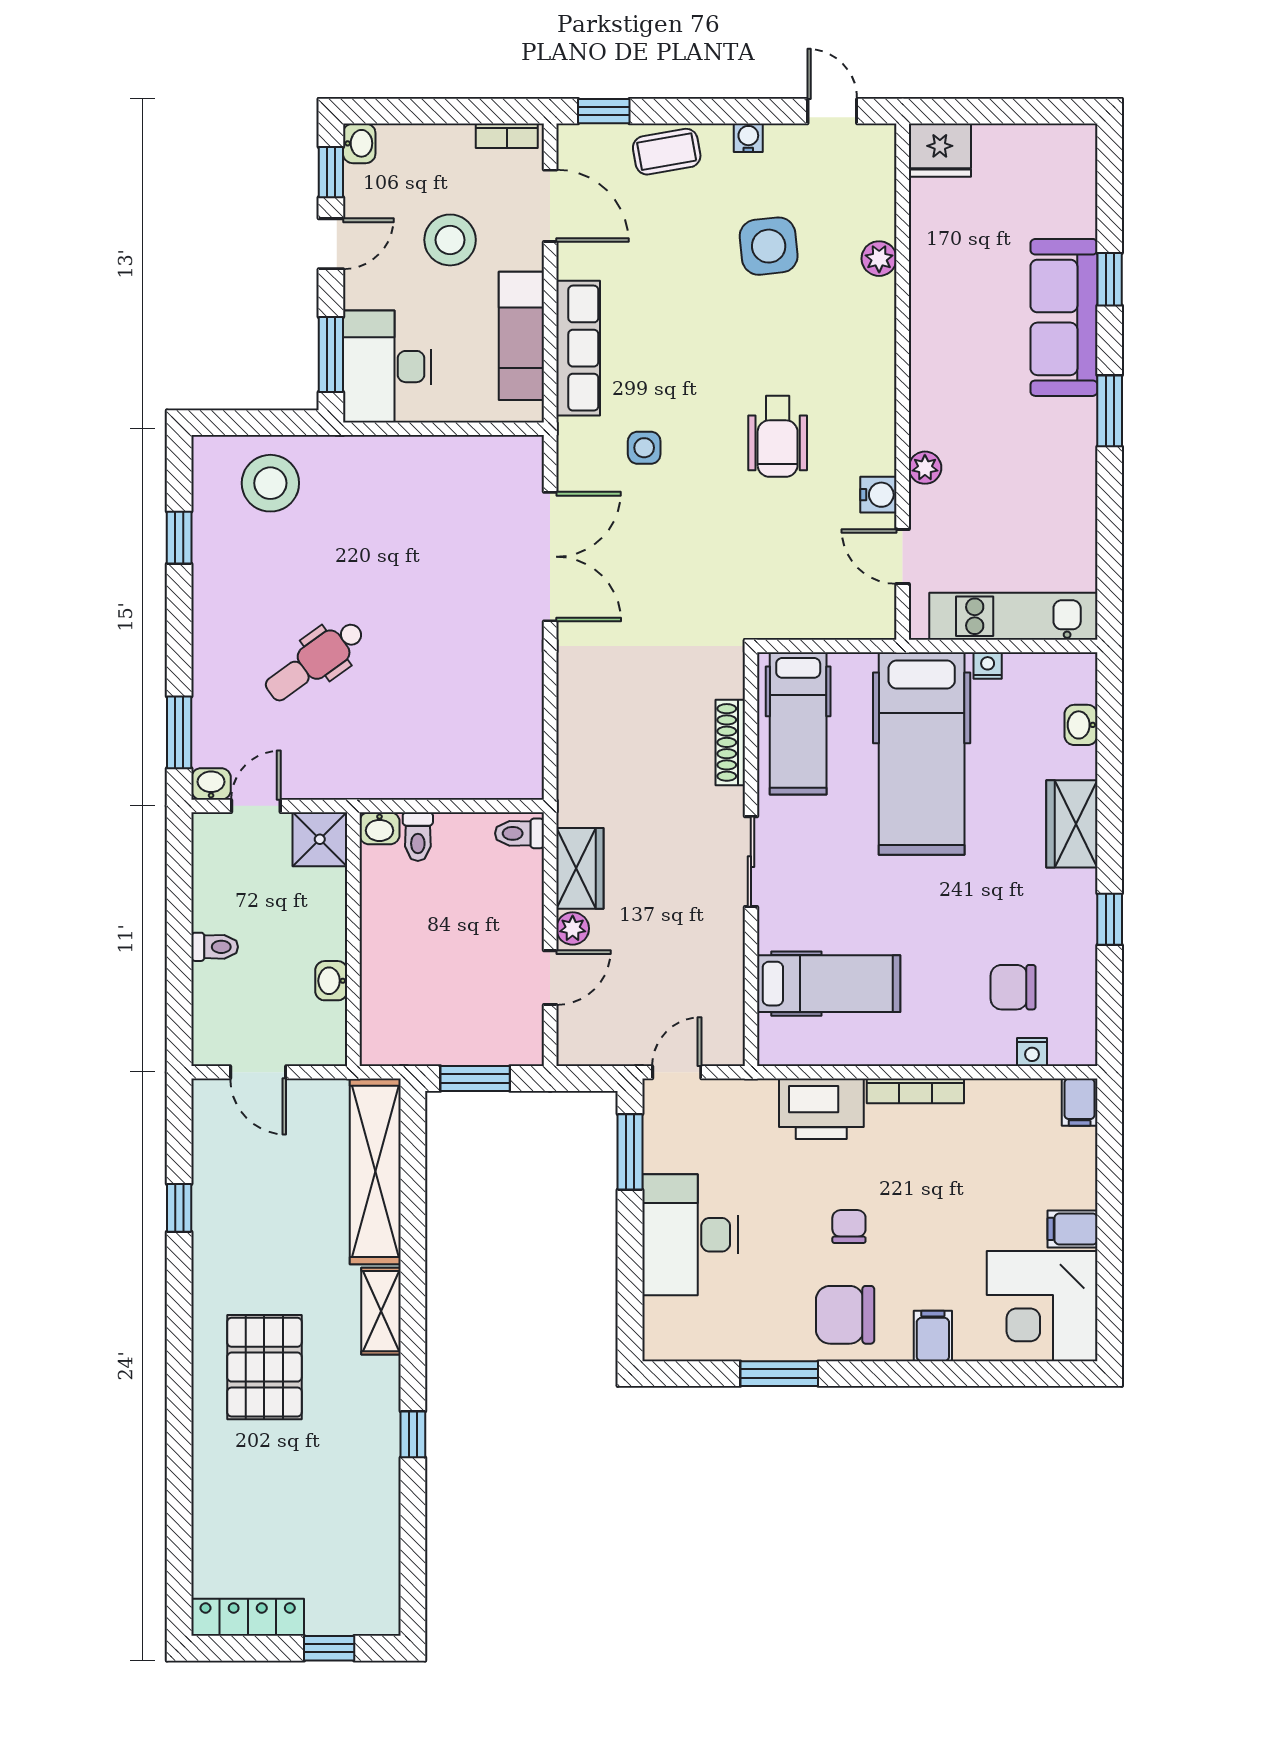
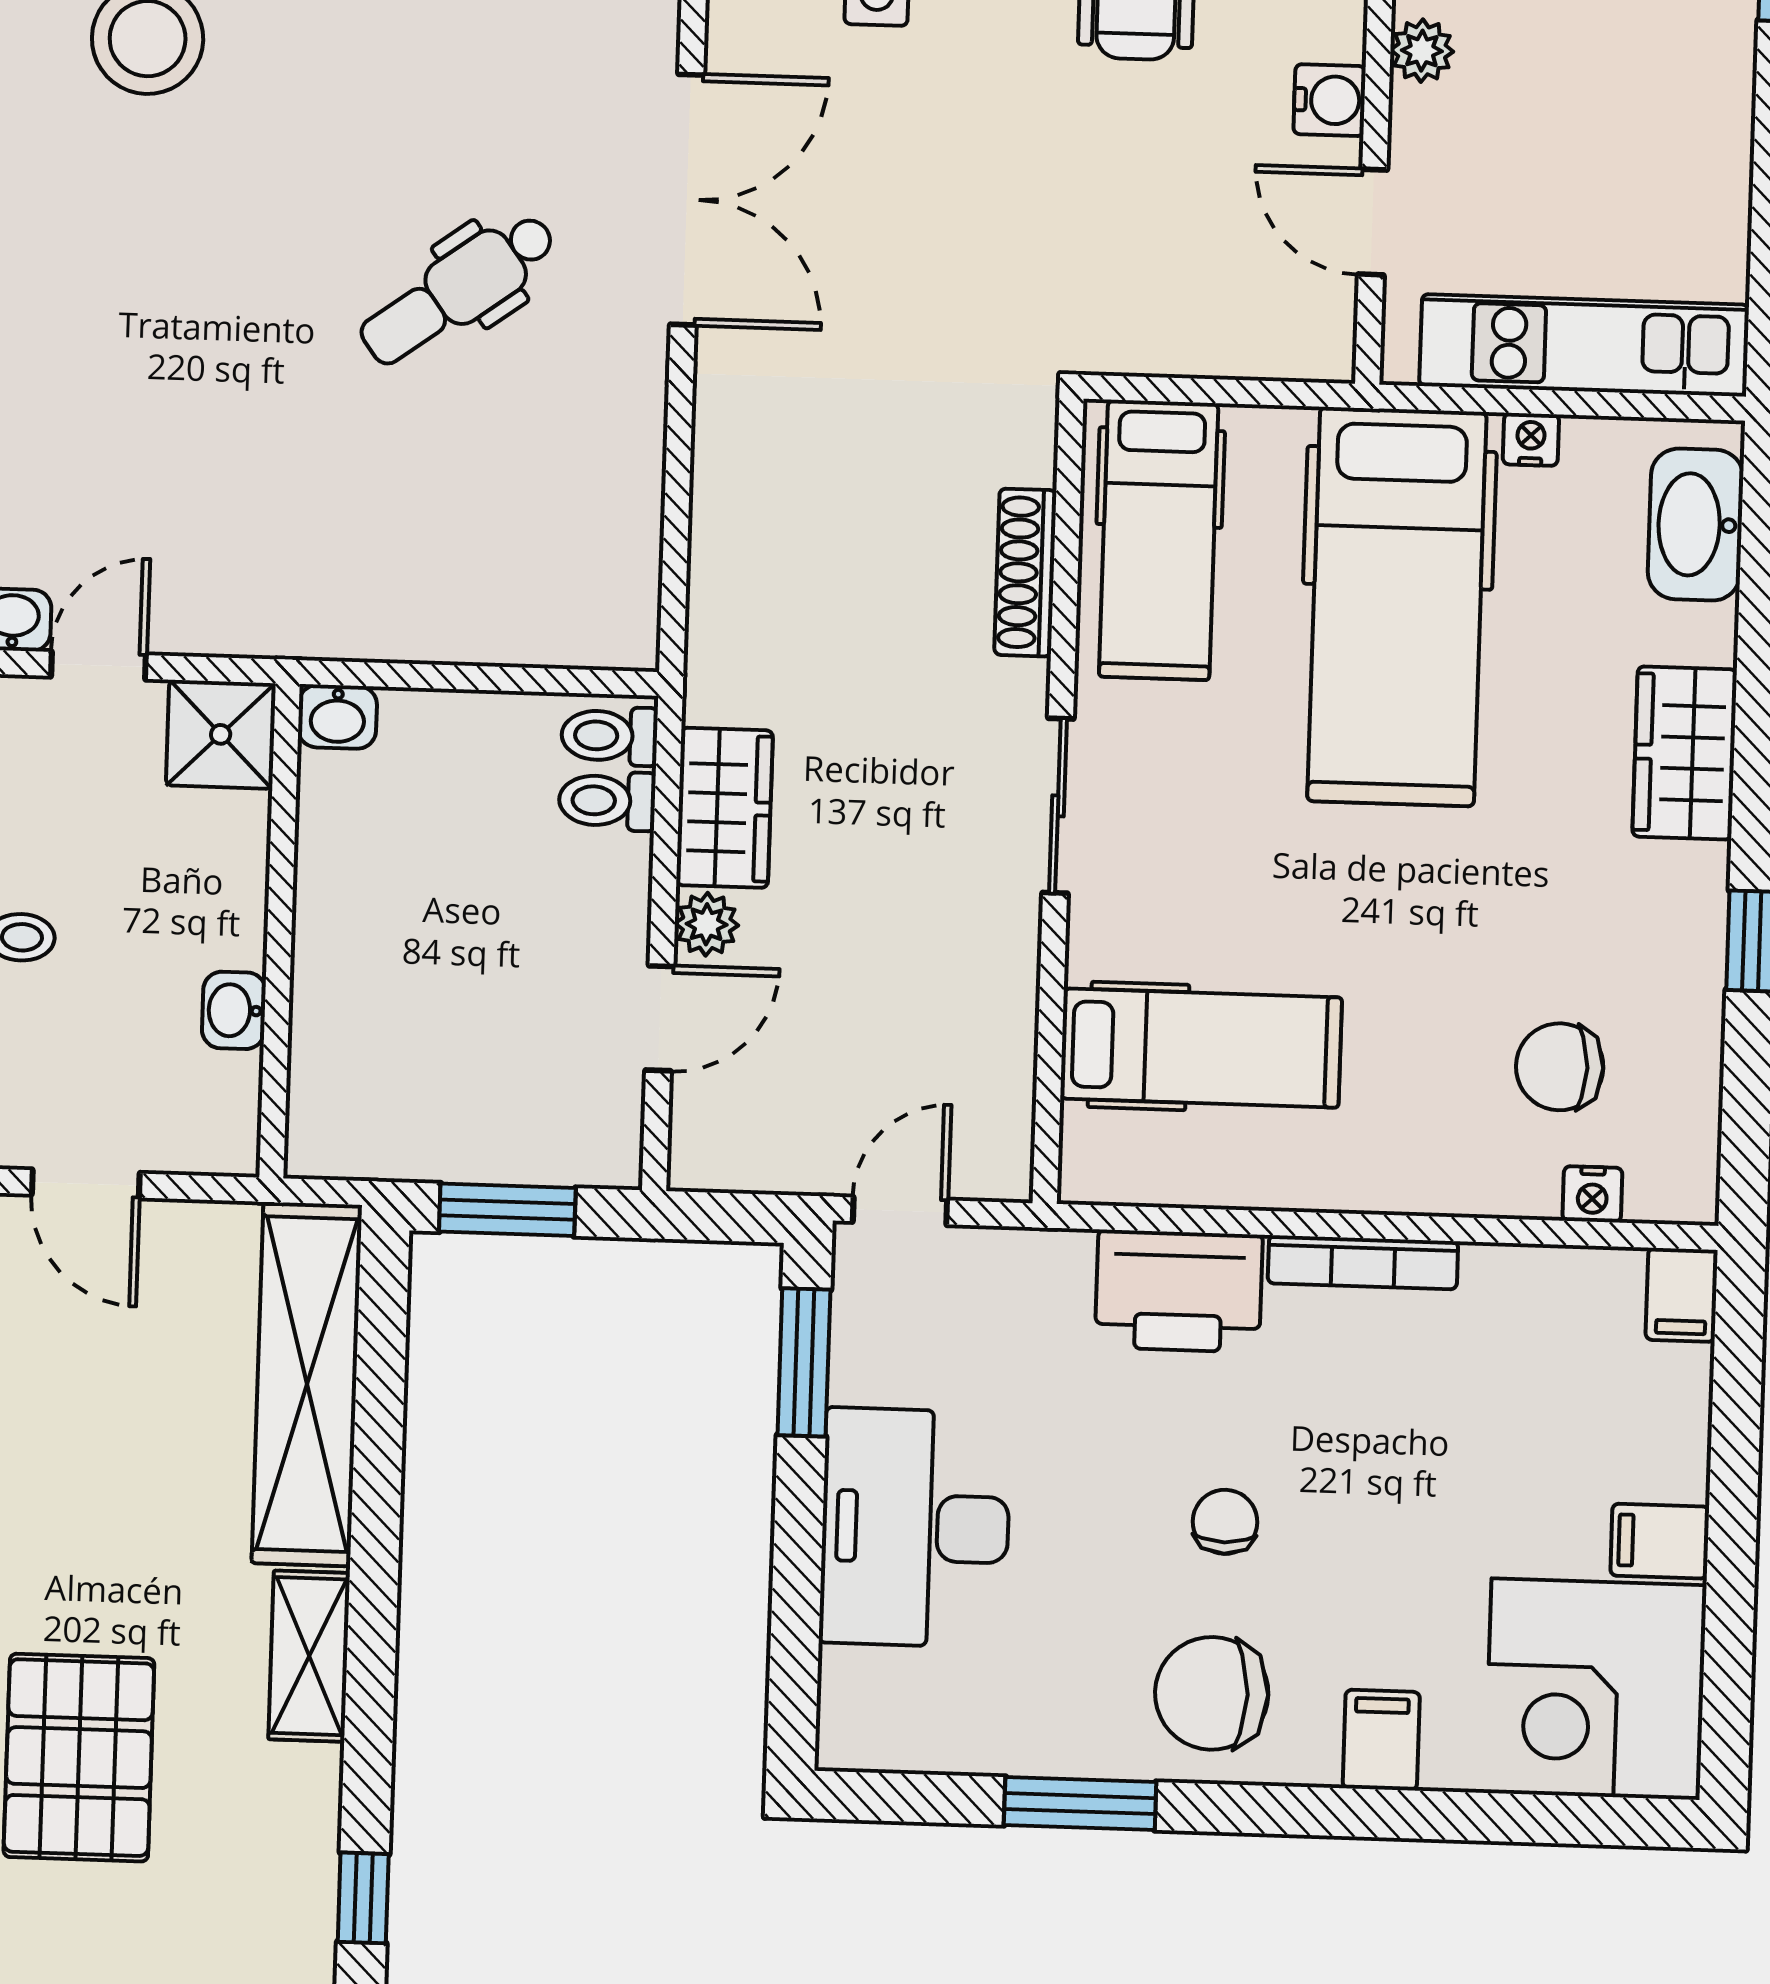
dental chair: (315, 661) -> (458, 289), moved
washbasin: (1081, 725) -> (1696, 525), width x1.91, depth x1.45
toilet: (418, 837) -> (607, 801), moved, turned 90

